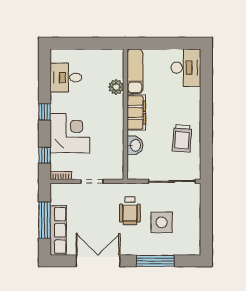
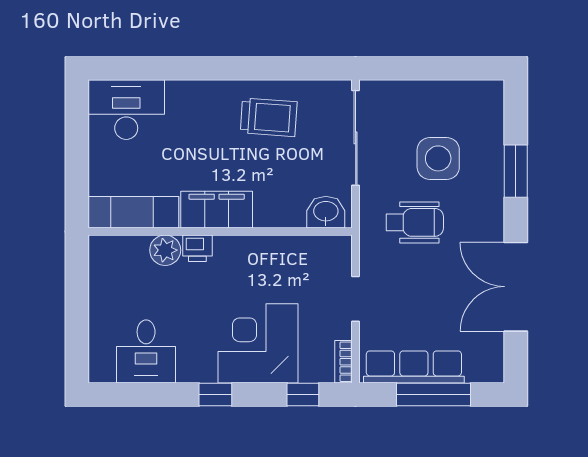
printer: (117, 103) -> (197, 248), added
washbasin: (135, 145) -> (326, 212), moved
row of seats: (58, 230) -> (414, 367), moved
window: (155, 261) -> (516, 171), width x0.69

